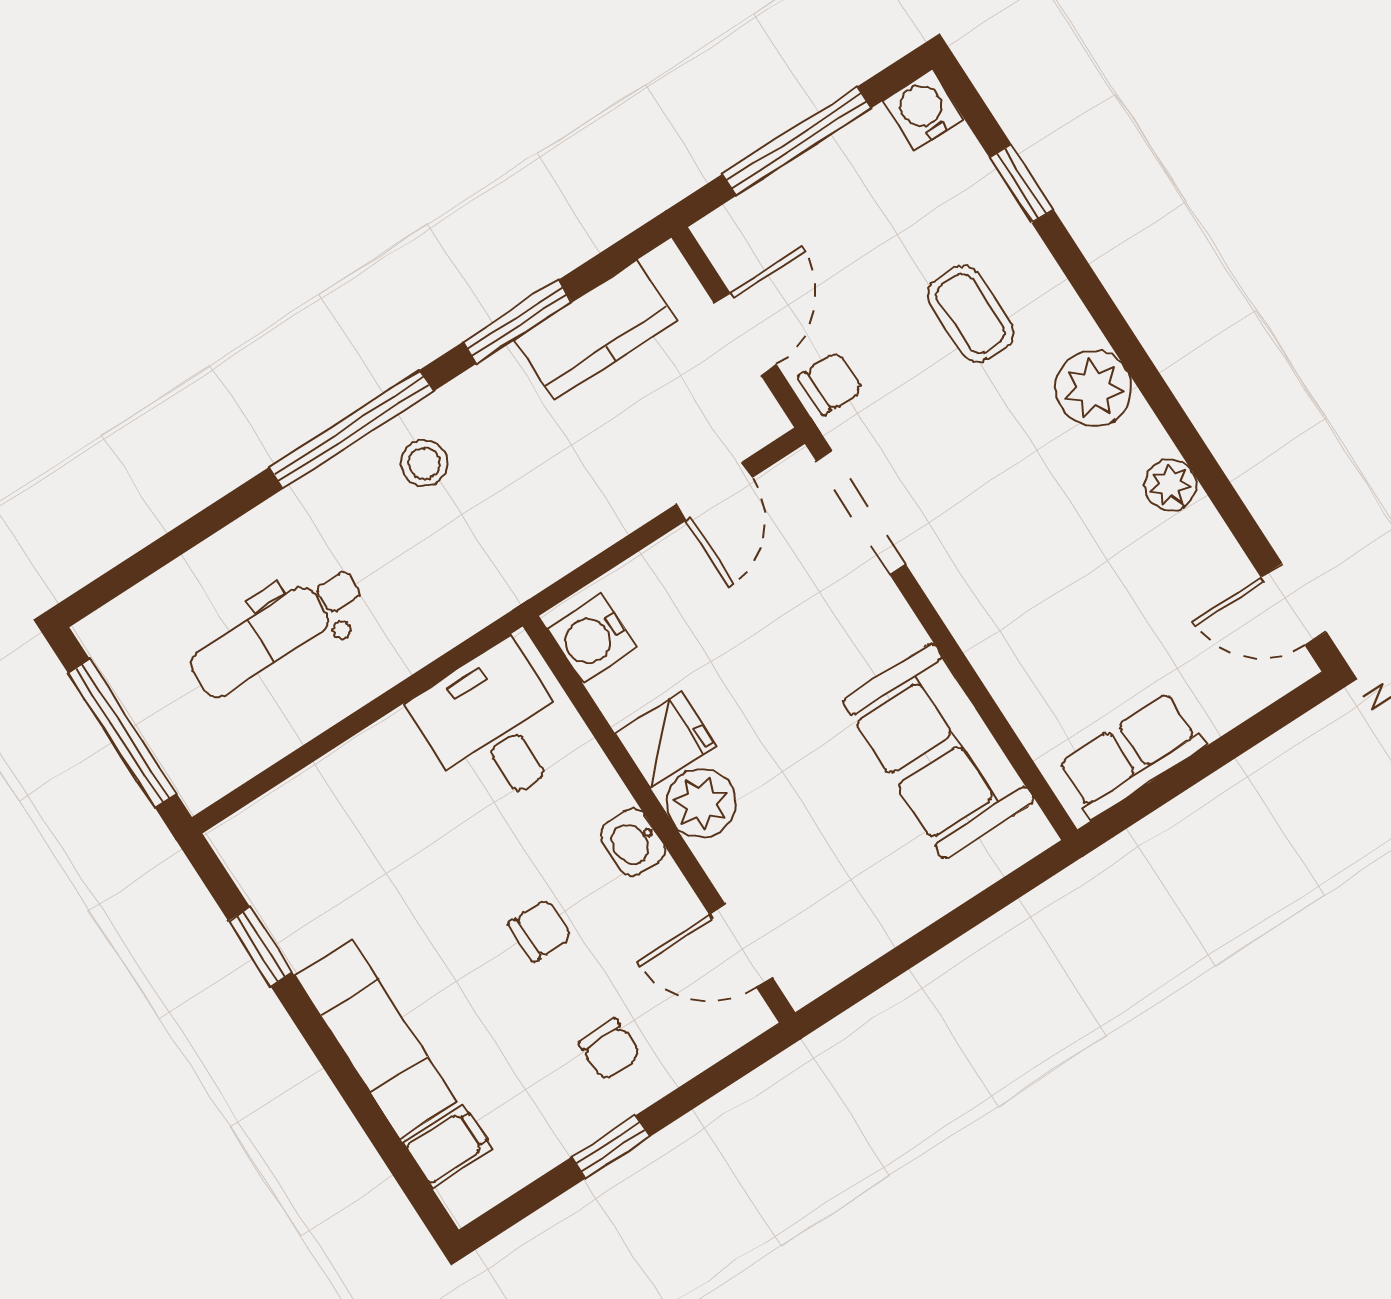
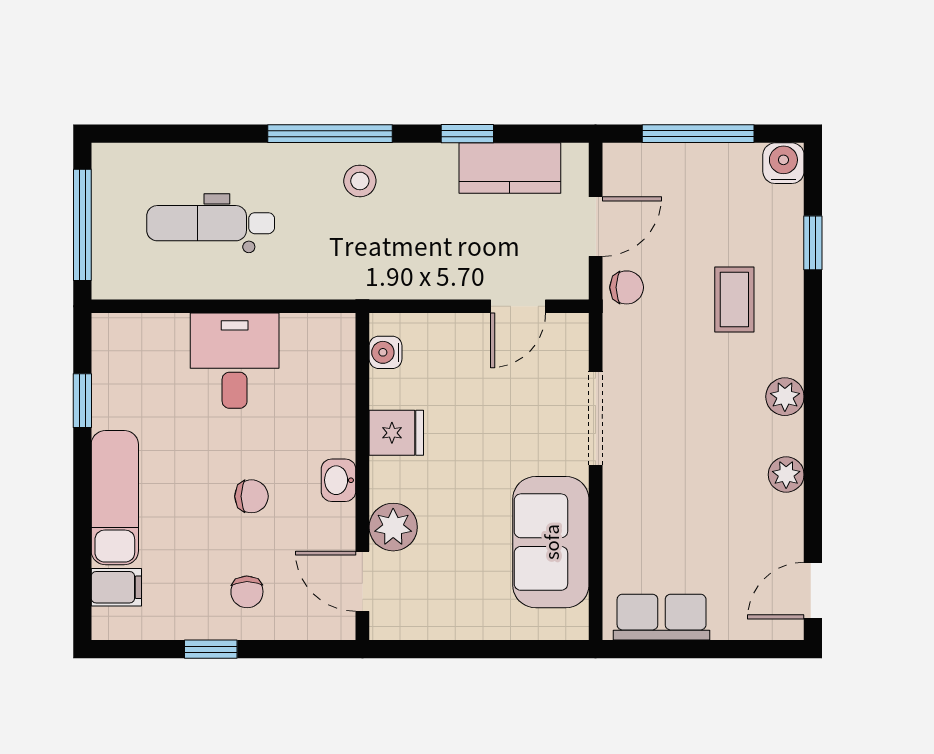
window: (517, 322) -> (467, 134), width x0.67
plant: (1094, 388) -> (785, 397), width x0.73, depth x0.73
doorway: (861, 512) -> (596, 418), moved
door: (1294, 604) -> (813, 591), hinge flipped
water cooler: (592, 638) -> (385, 352), width x0.72, depth x0.72
desk: (494, 727) -> (235, 361), moved
plant: (701, 803) -> (393, 527), moved

